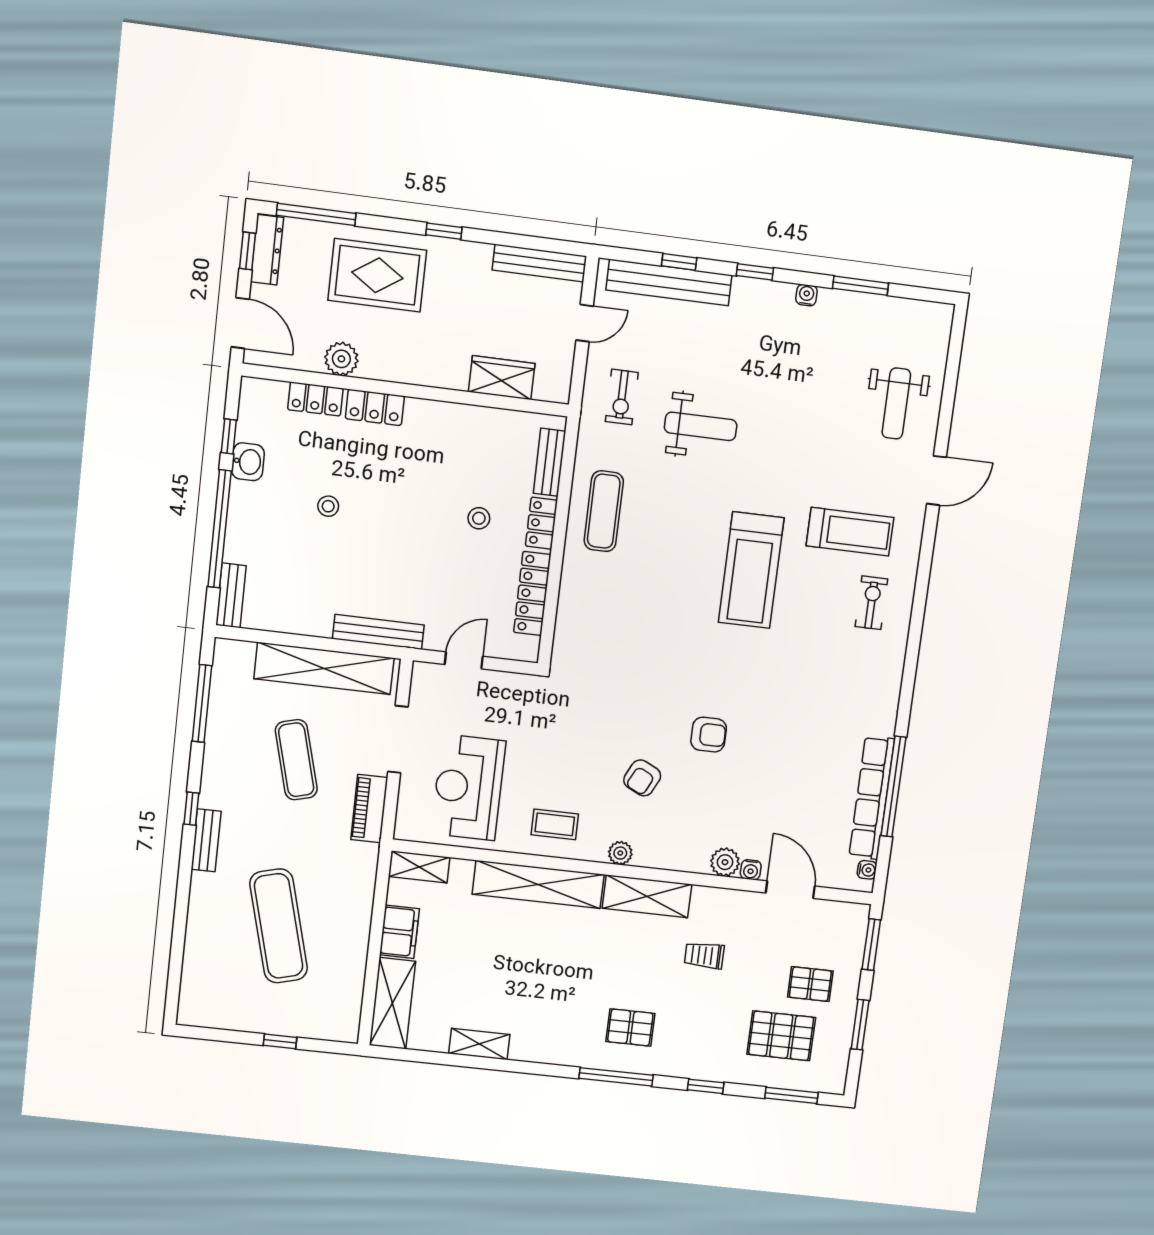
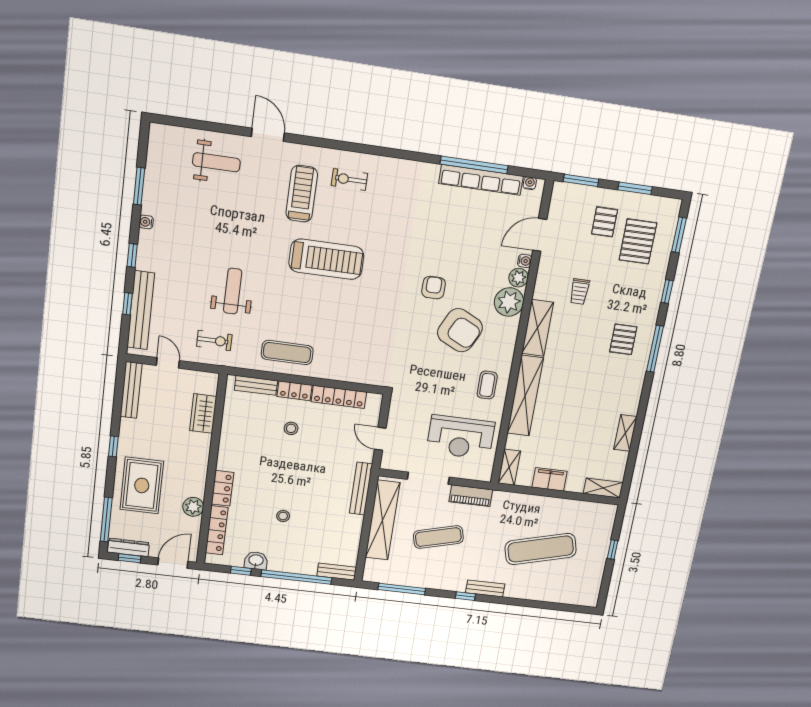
locker: (315, 399) -> (217, 530), width x1.53
armchair: (642, 778) -> (460, 330), width x1.88, depth x1.88
plant: (620, 853) -> (509, 302), moved, width x1.88, depth x1.88
shelving: (392, 1003) -> (603, 488), width x0.67, depth x0.75

